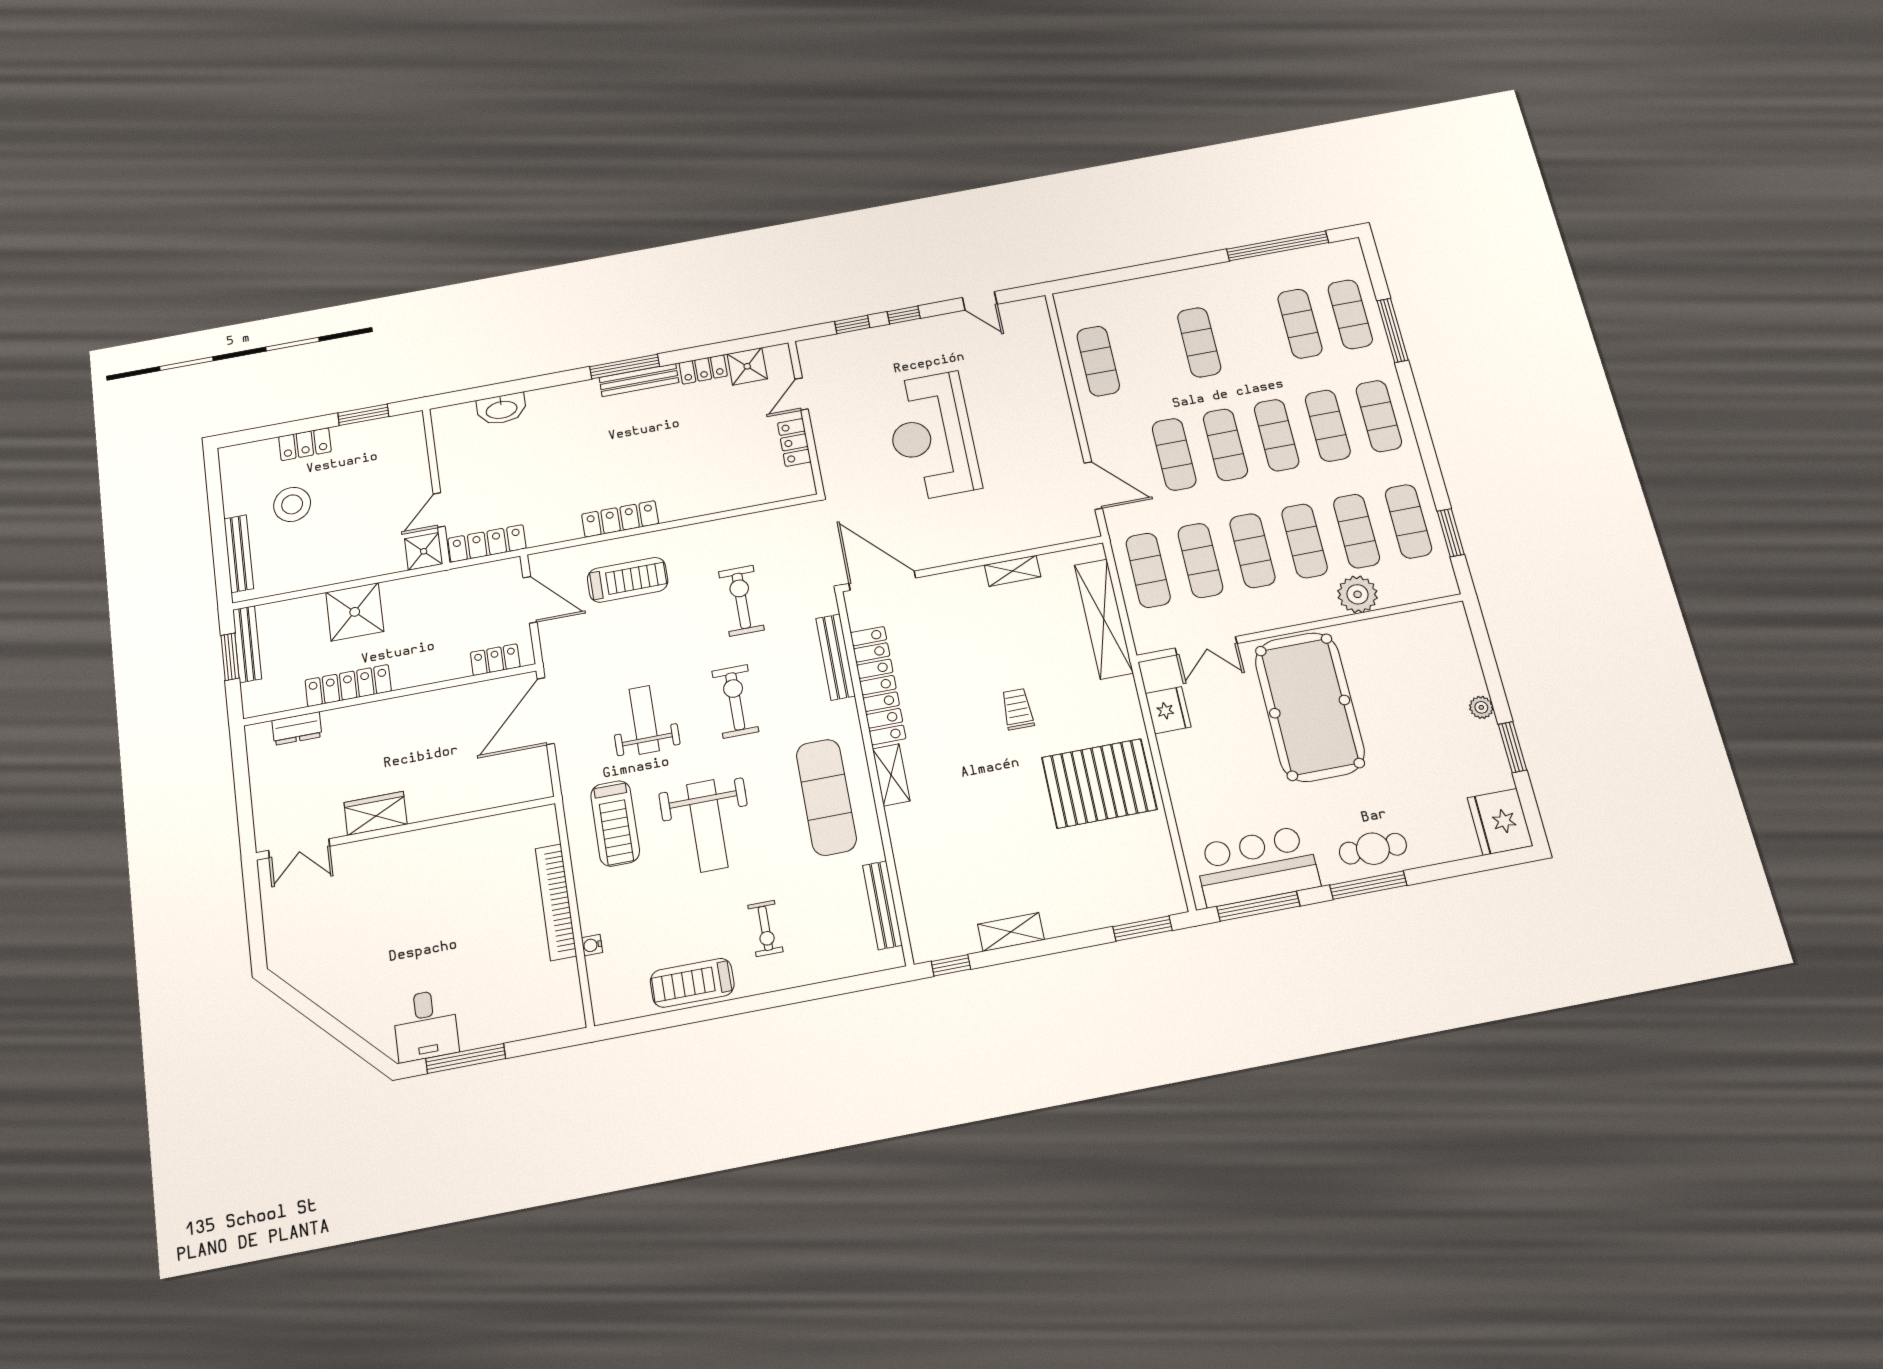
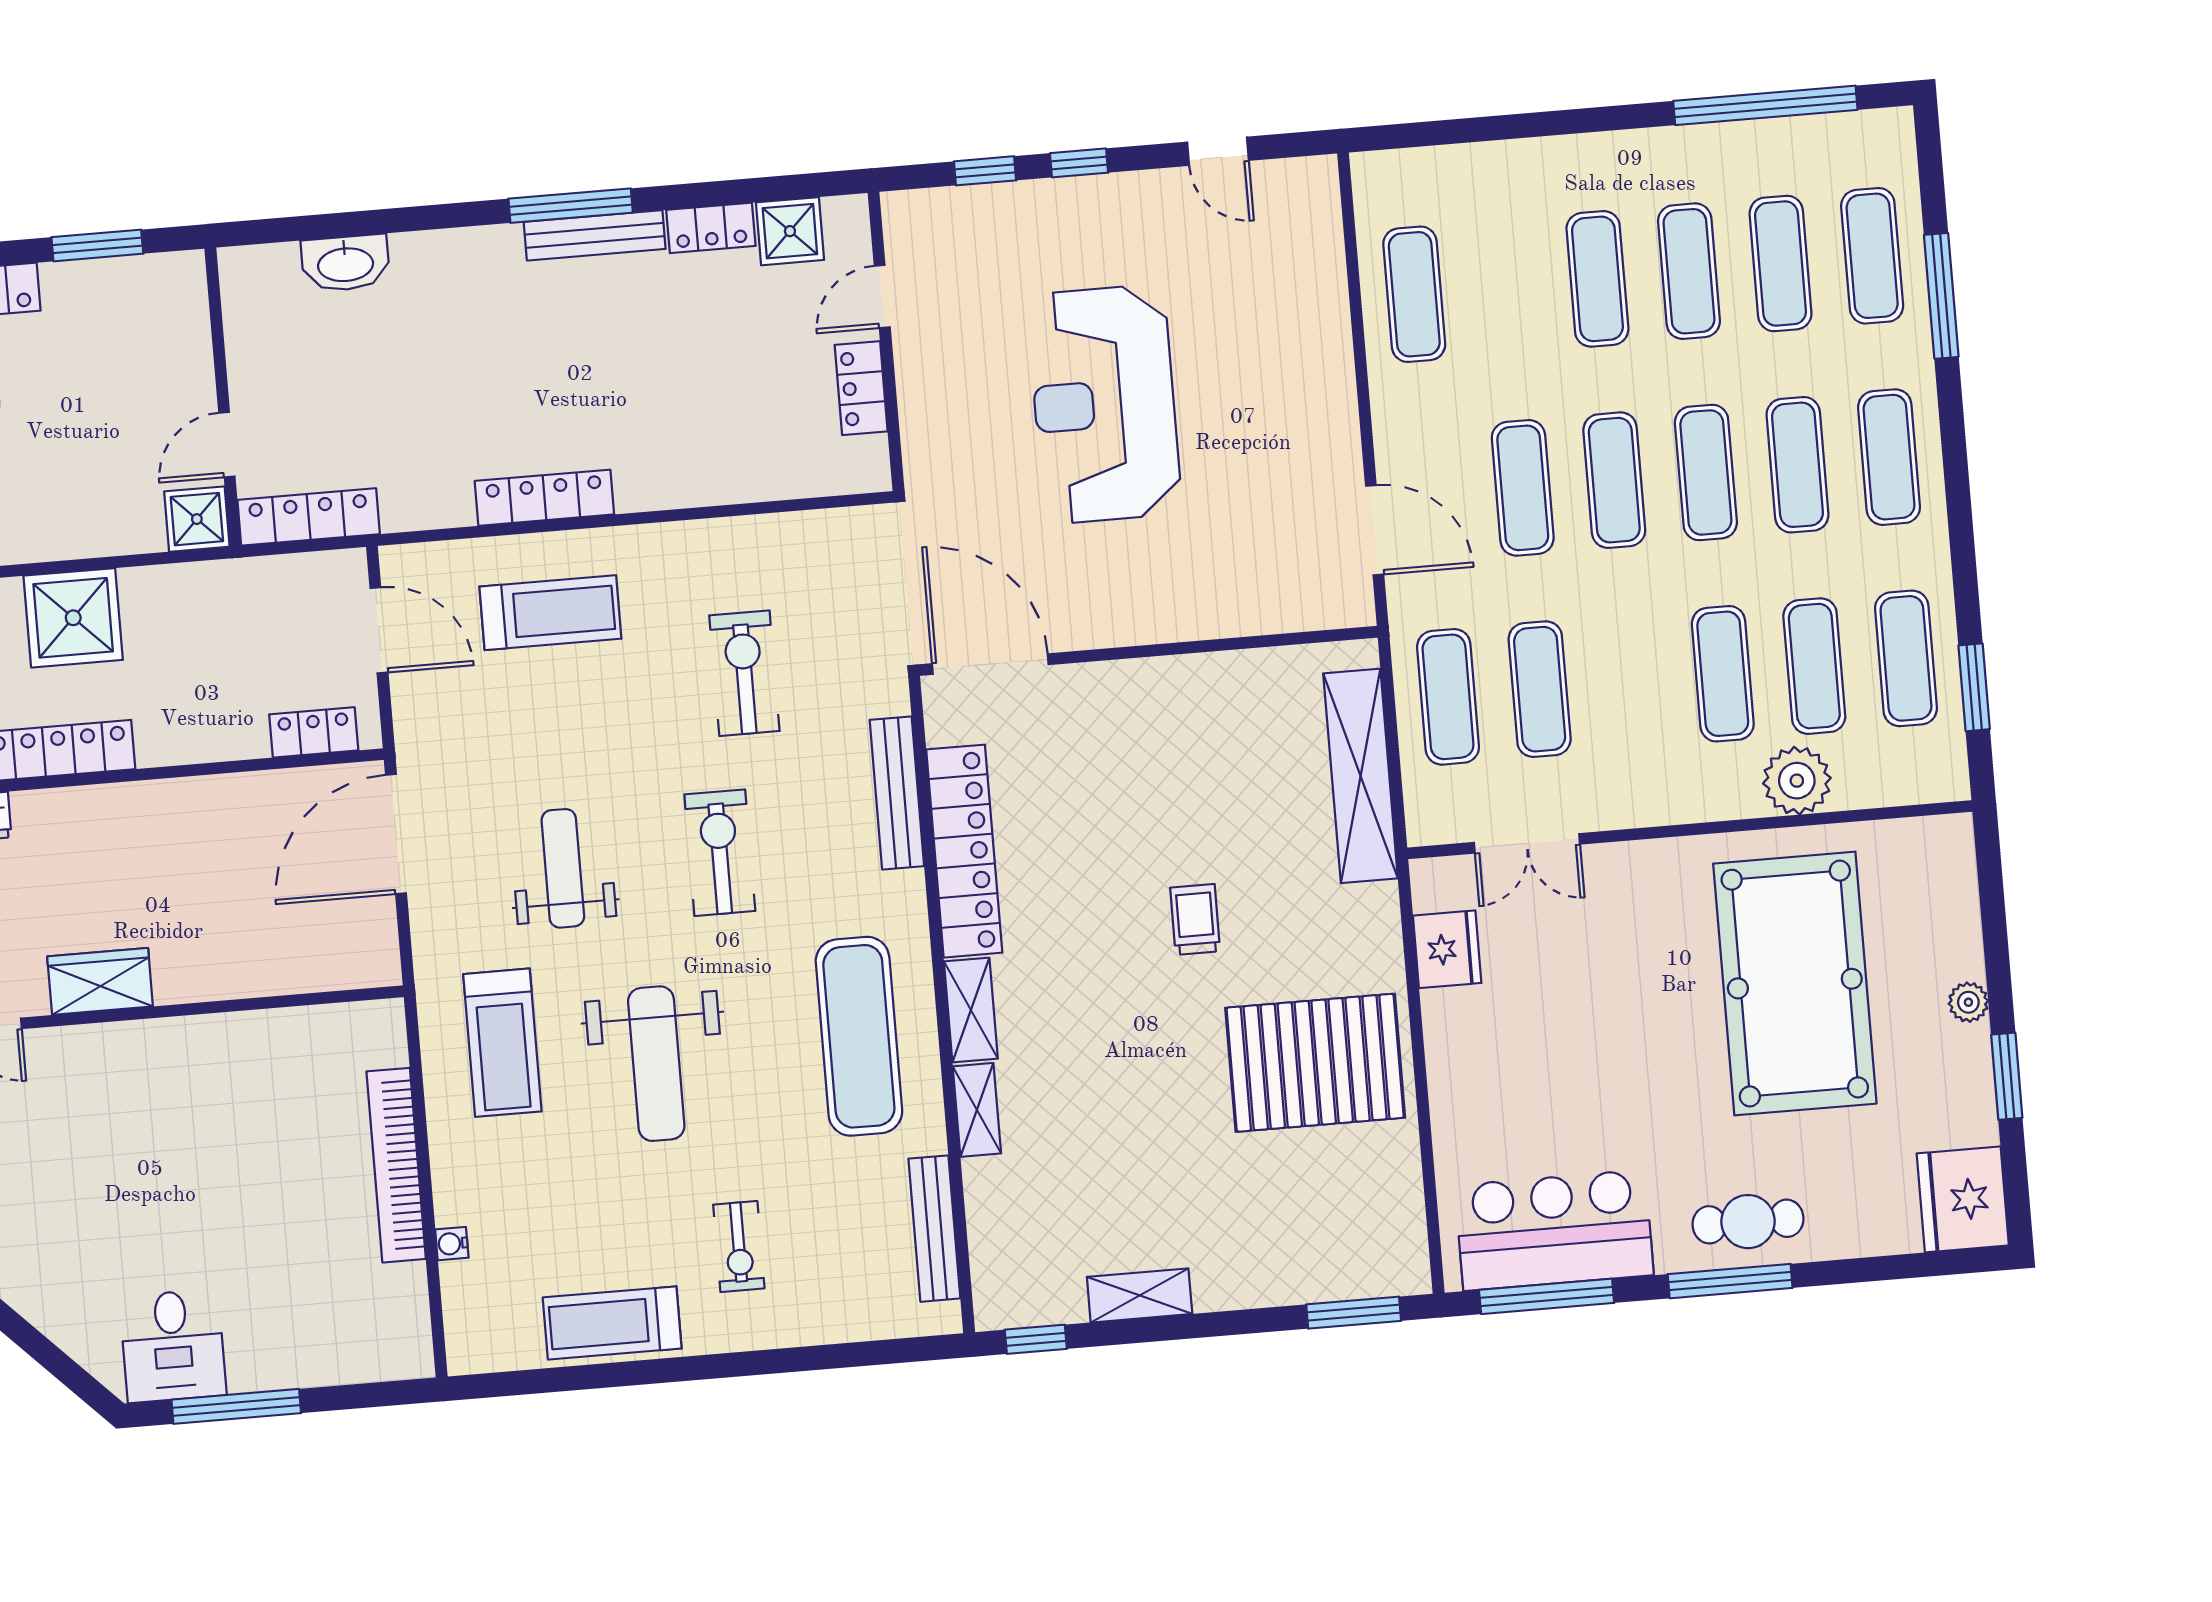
exercise mat: (1252, 551) -> (1689, 271), moved
shelving: (1013, 571) -> (977, 1110), moved, turned 90
pool table: (1310, 707) -> (1795, 984), moved

